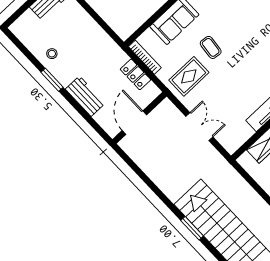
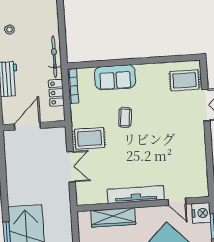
bicycle: (109, 45) -> (54, 57), added
rug: (189, 76) -> (90, 138), moved

